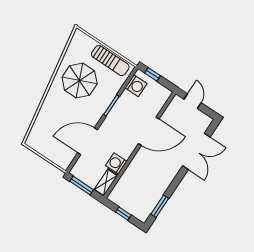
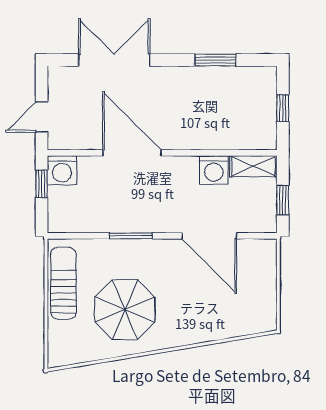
window: (153, 74) -> (42, 184), moved
washing machine: (136, 86) -> (62, 170), moved, turned 180
window: (82, 186) -> (283, 200), width x0.67
window: (160, 206) -> (215, 60), moved

